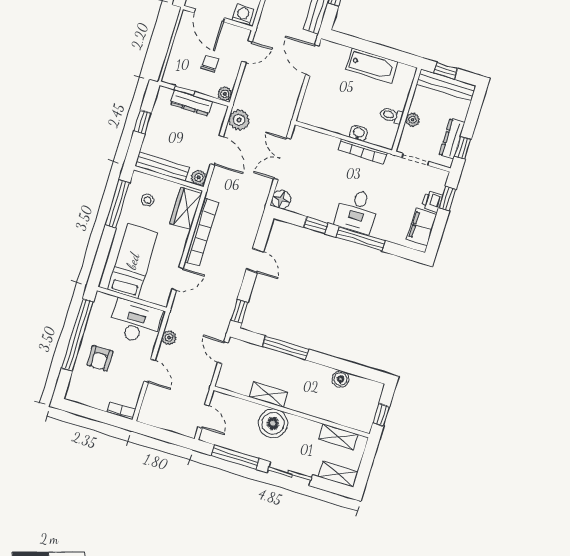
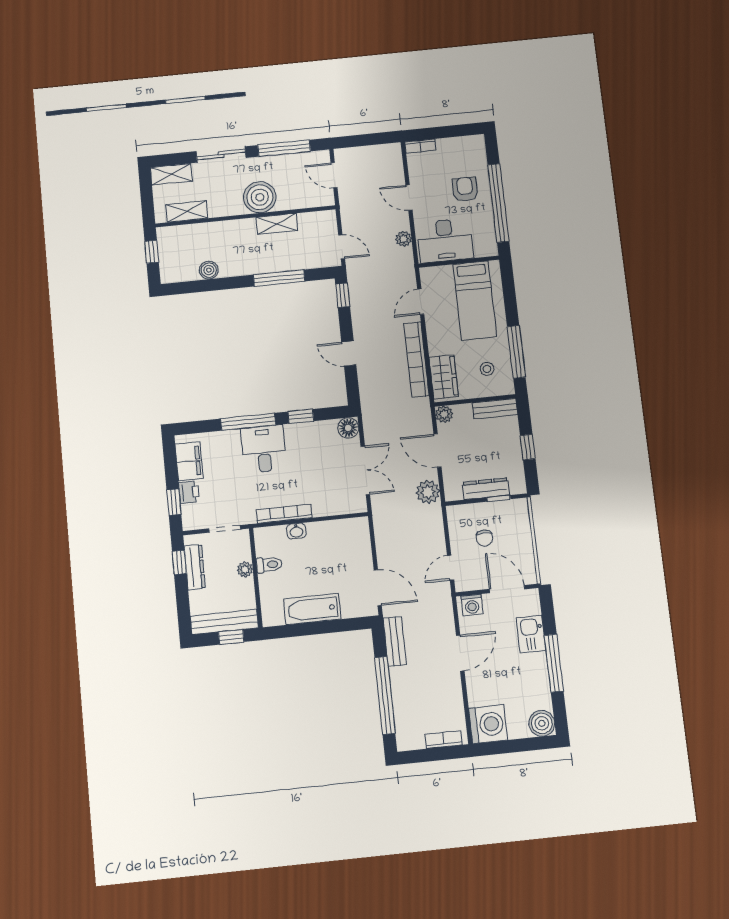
plant: (225, 94) -> (455, 513), removed
bench: (162, 167) -> (495, 409), width x0.73

